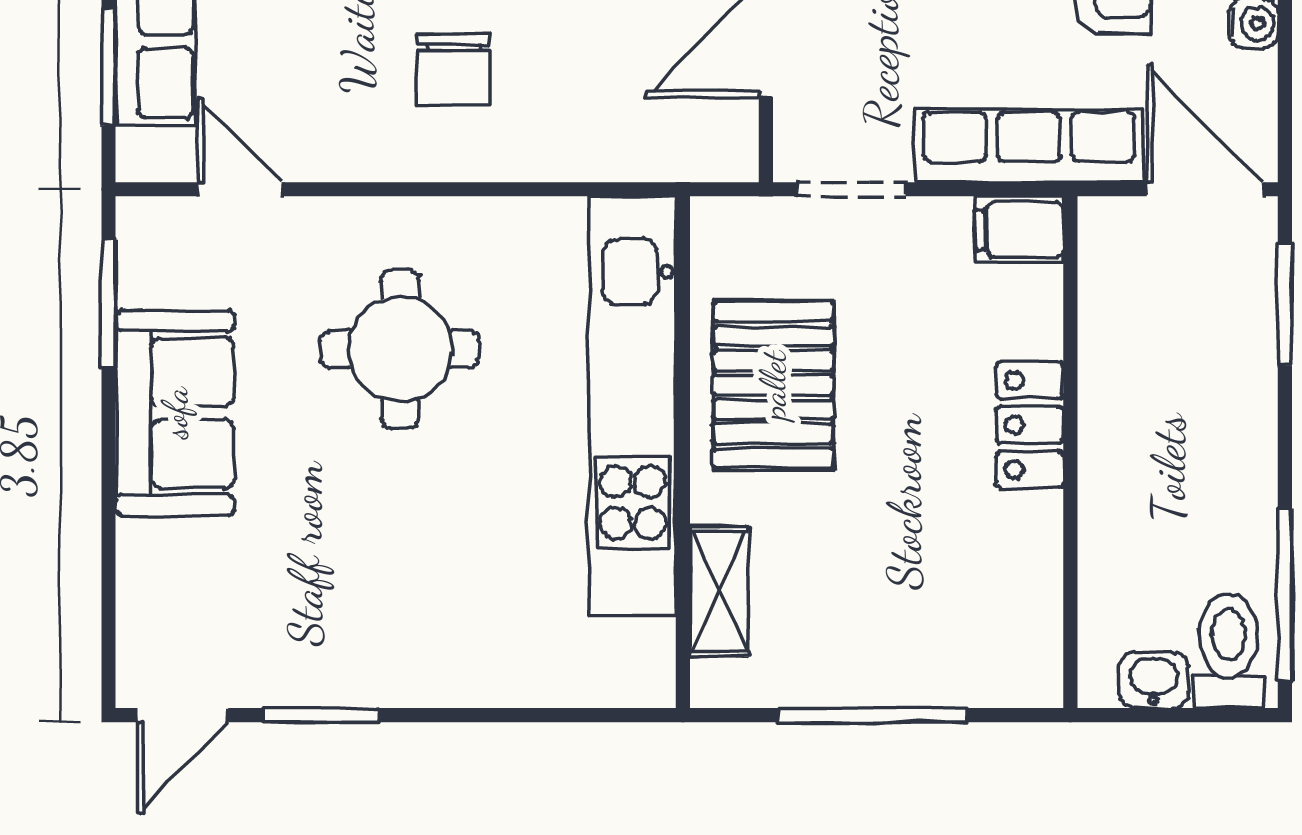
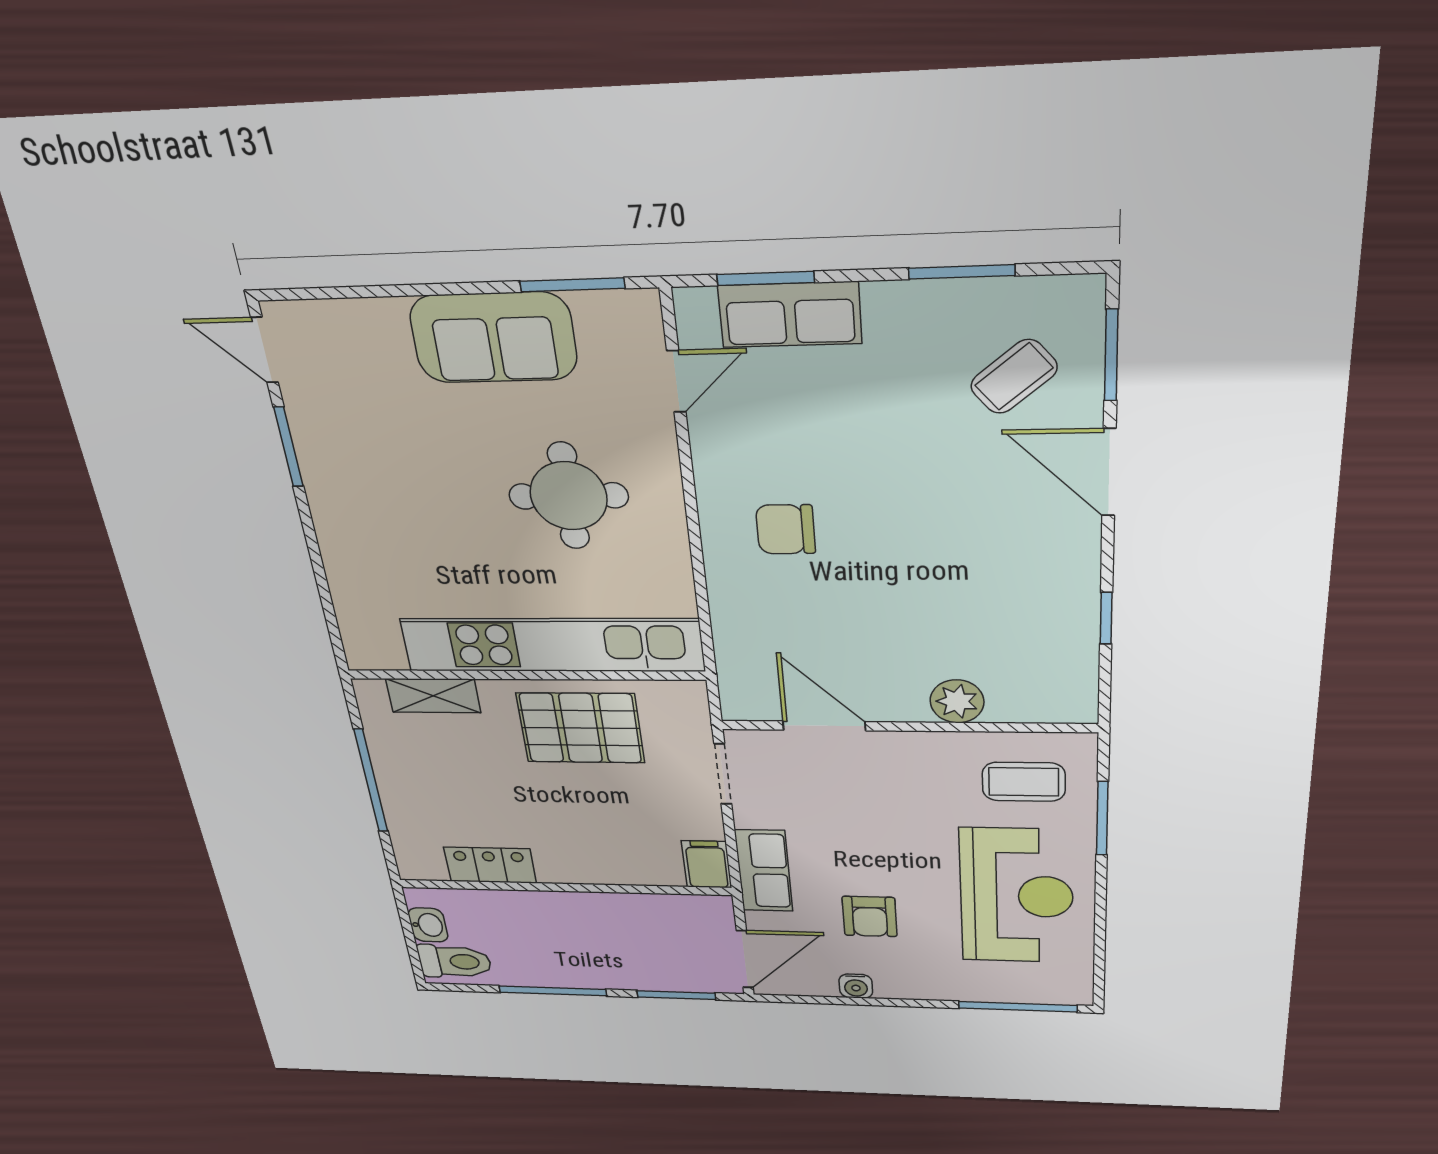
row of seats: (1029, 146) -> (764, 871), width x0.68
locker: (1030, 425) -> (490, 865), moved
window: (1285, 595) -> (553, 991), moved

